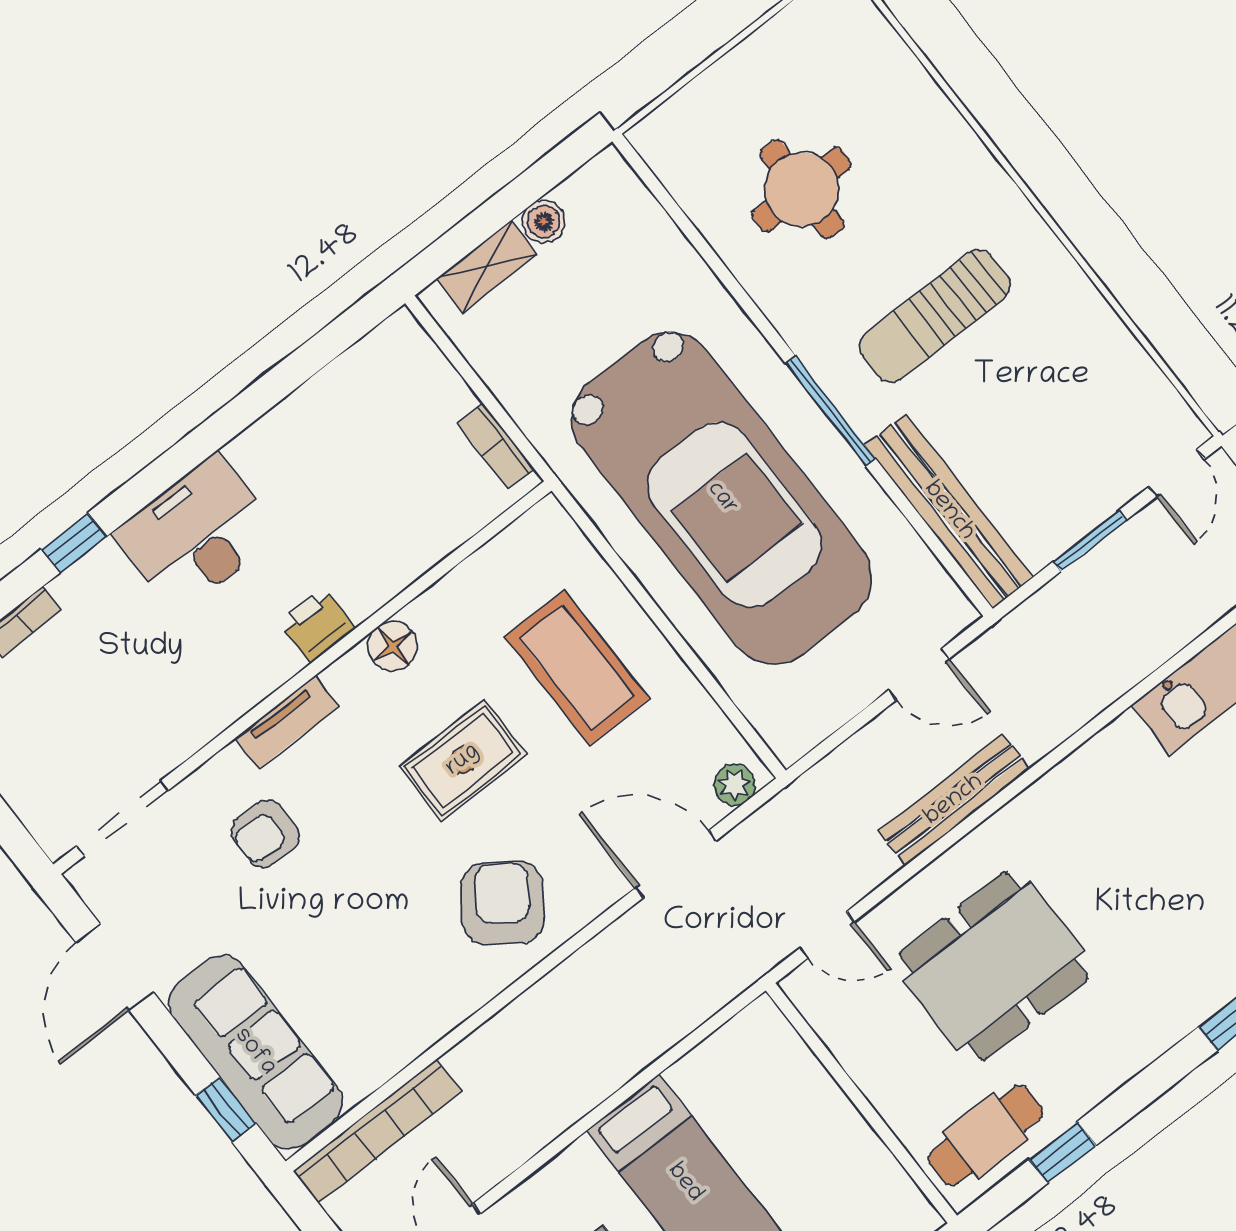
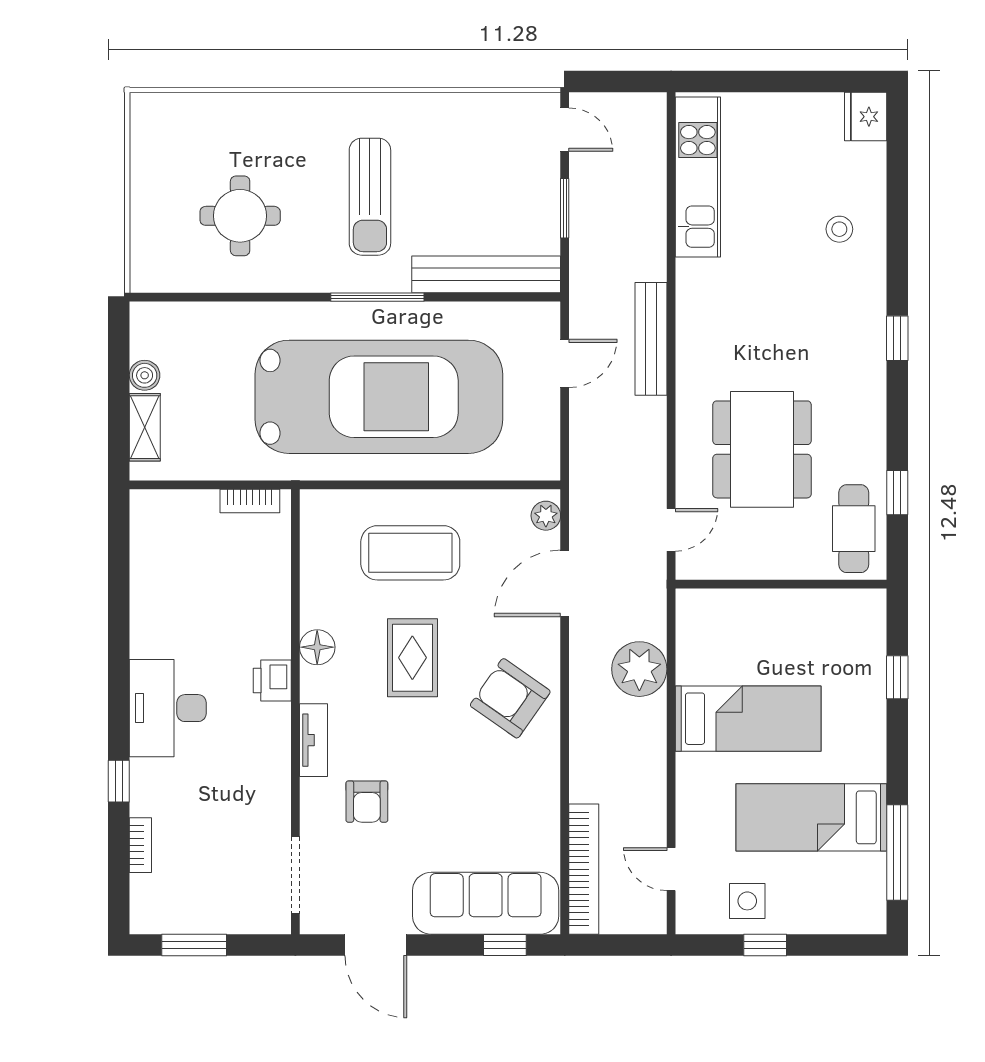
bench: (954, 800) -> (651, 339), moved
plant: (646, 1020) -> (639, 669), added

